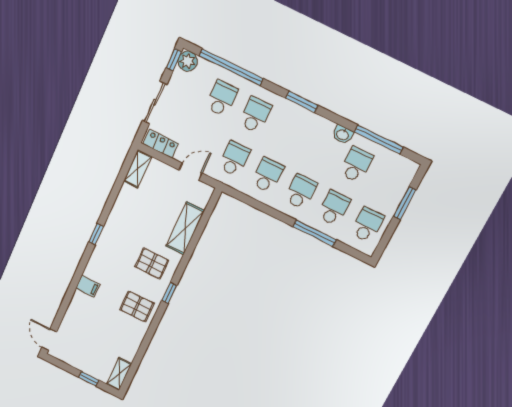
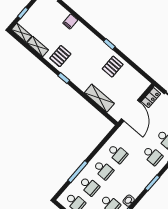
school desk: (234, 159) -> (131, 137), removed
shelving: (138, 169) -> (38, 46), moved
door: (191, 172) -> (131, 110), width x1.87
pallet: (152, 263) -> (113, 67), moved
filing cabinet: (88, 286) -> (70, 21), moved

